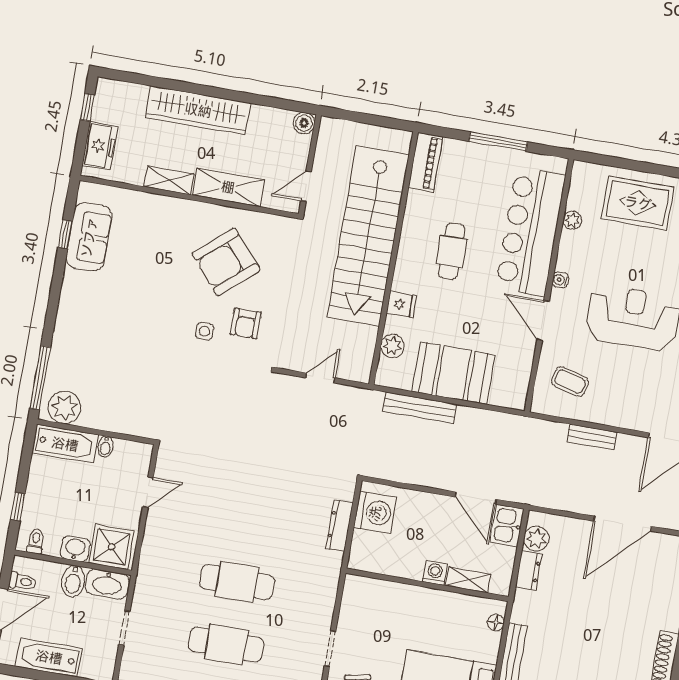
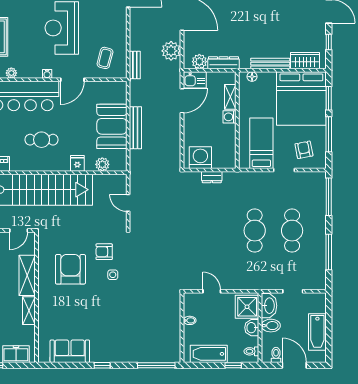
door: (306, 186) -> (19, 231), hinge flipped
window: (65, 234) -> (102, 365), moved
armchair: (226, 262) -> (70, 269), turned -139
armchair: (246, 323) -> (104, 252), turned 180
plant: (64, 407) -> (171, 51), moved
bench: (419, 408) -> (135, 128), moved
bench: (592, 437) -> (135, 65), moved
bathtub: (65, 444) -> (209, 354), moved, turned -90
dresser: (339, 526) -> (212, 177), width x0.70
dresser: (529, 571) -> (223, 63), width x1.44
bed: (381, 619) -> (261, 143), added

